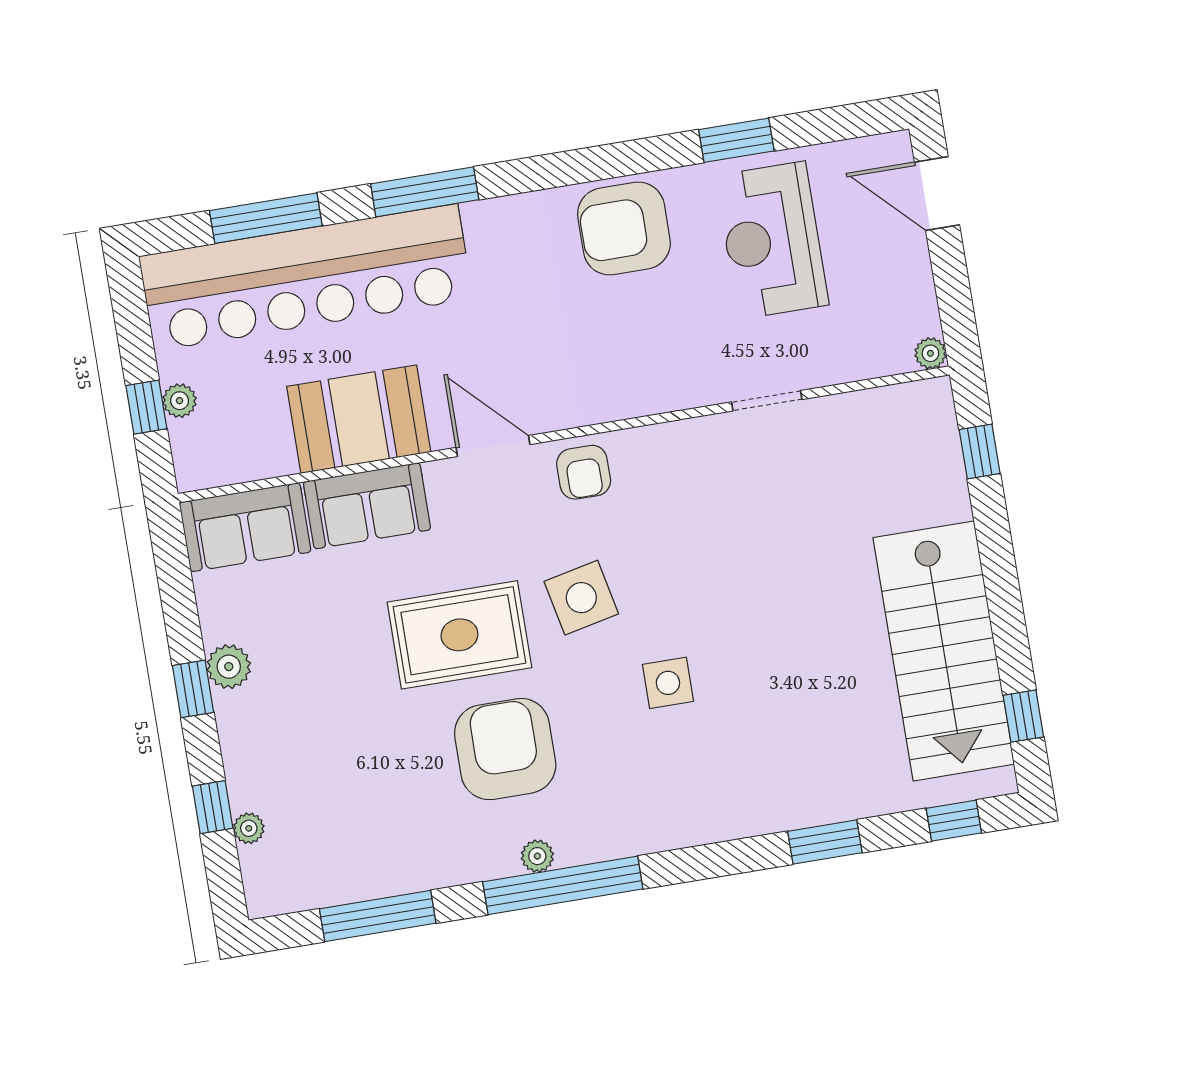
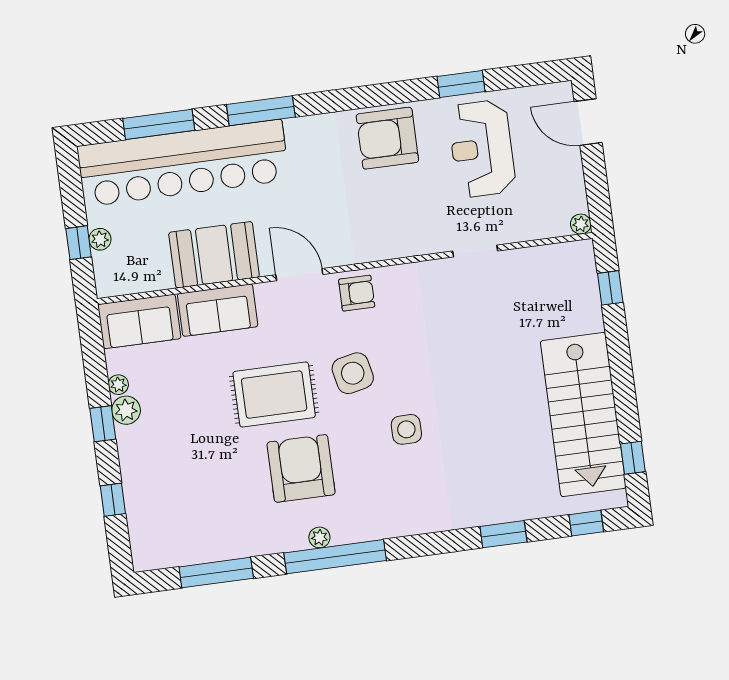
armchair: (584, 472) -> (357, 293), turned -90
plant: (249, 828) -> (118, 385), moved

